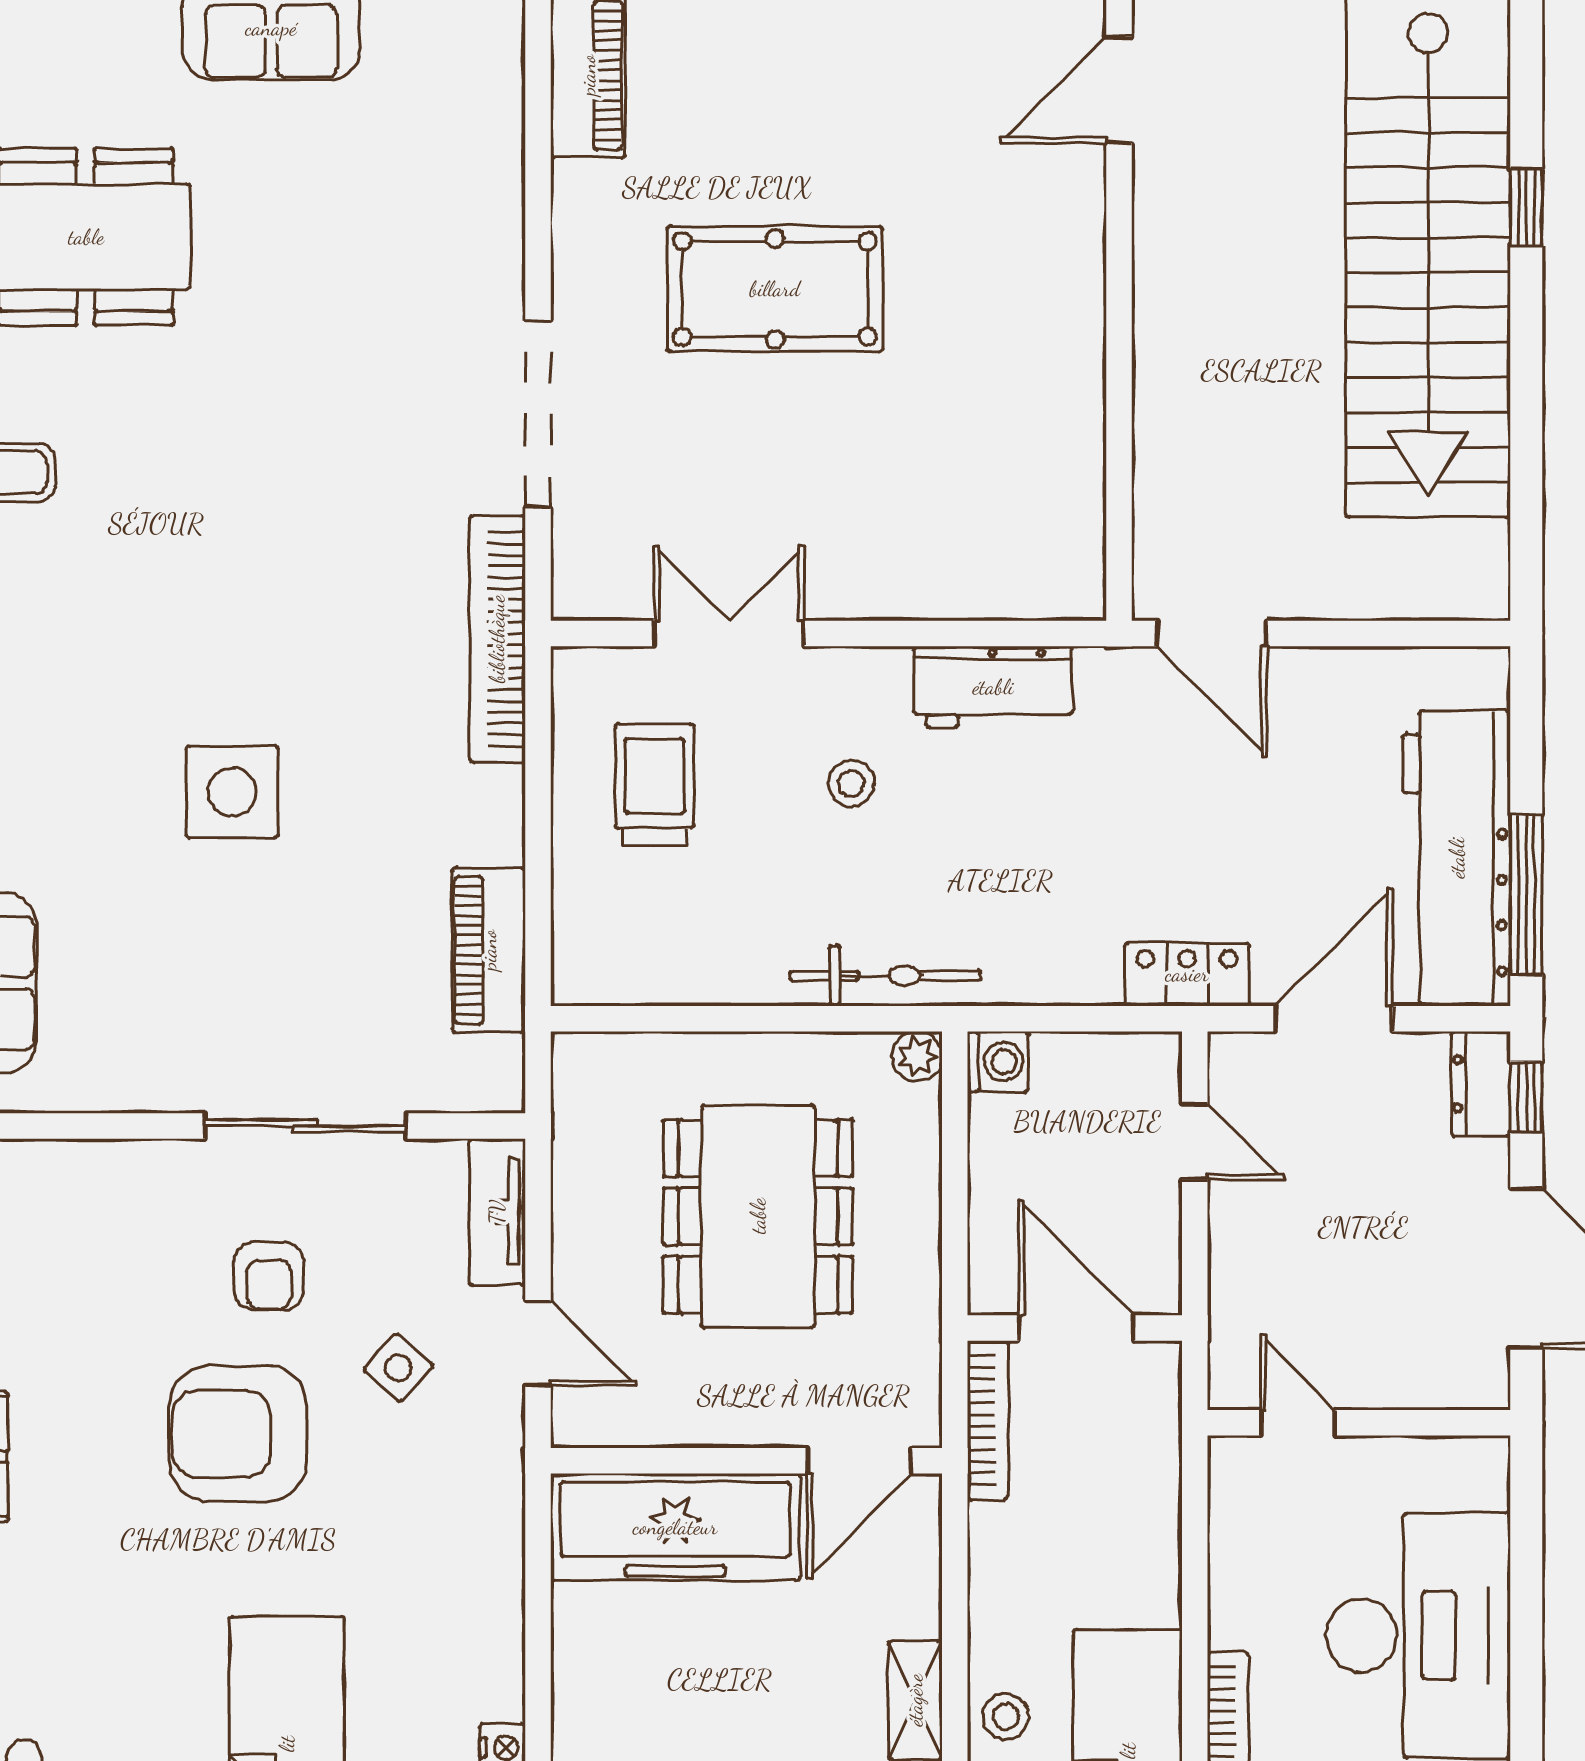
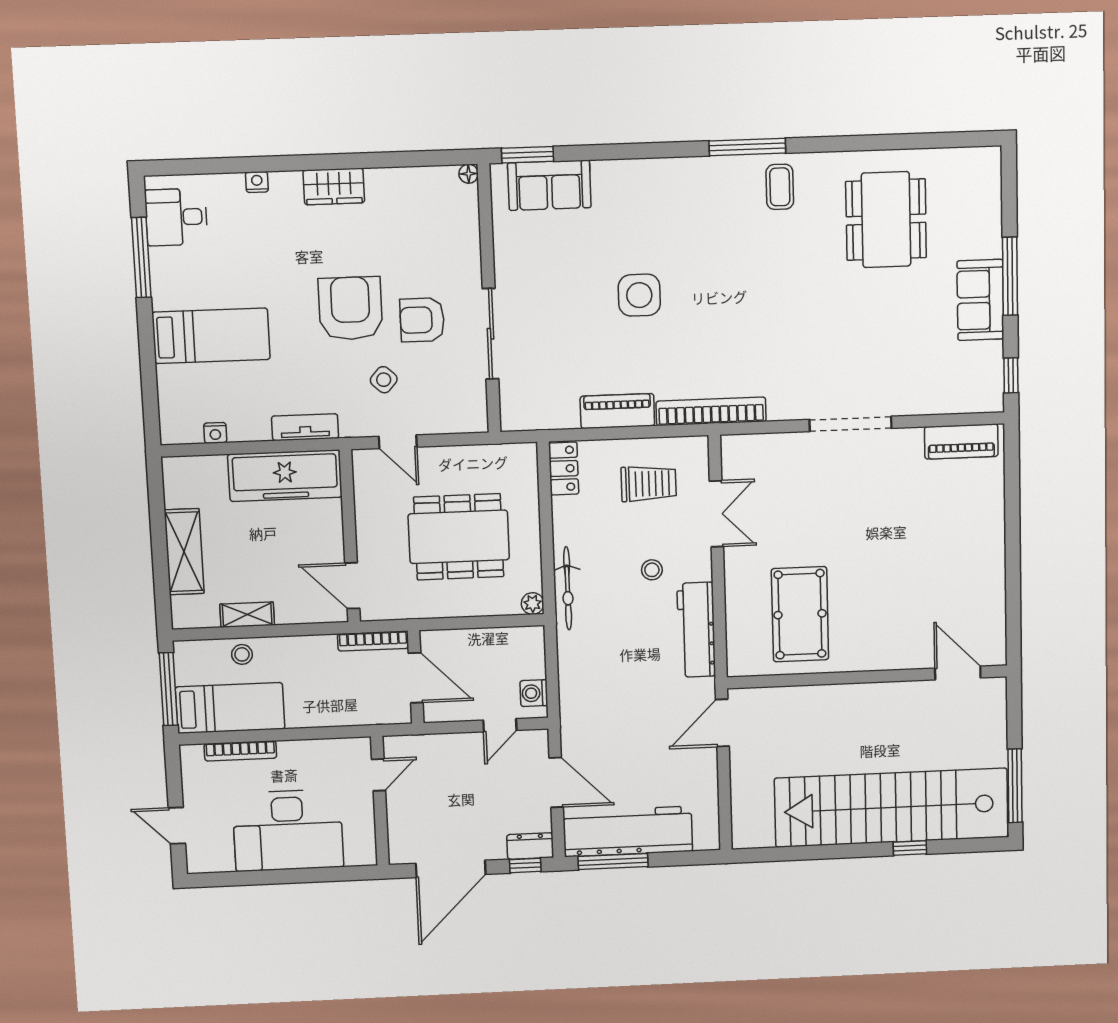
pool table: (775, 289) -> (800, 614), moved
doorway: (538, 414) -> (850, 424), moved
workbench: (993, 687) -> (696, 630), width x1.38
piano: (489, 950) -> (617, 411), moved
locker: (1187, 974) -> (564, 468), moved
washing machine: (998, 1062) -> (534, 693), moved, turned 90
tv unit: (497, 1212) -> (305, 427), moved
armchair: (269, 1276) -> (422, 320), width x1.38, depth x1.38
door: (1076, 1328) -> (416, 678), hinge flipped
door: (538, 1343) -> (398, 442), hinge flipped
freezer: (675, 1527) -> (285, 476), moved, turned -90

